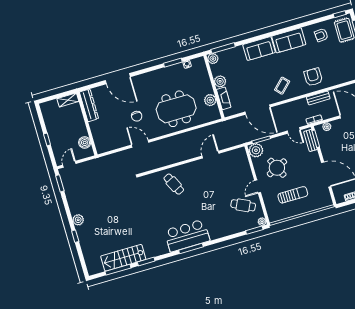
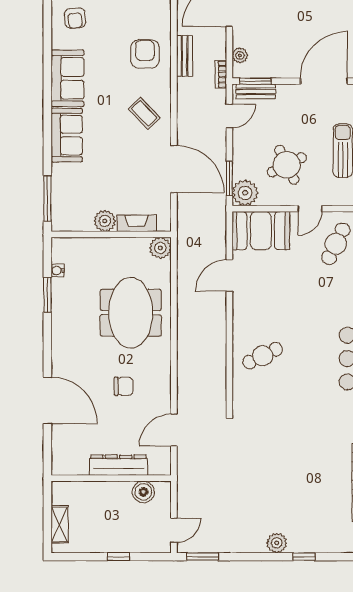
plant: (213, 59) -> (61, 222), removed
armchair: (313, 77) -> (145, 54), turned 90
door: (118, 79) -> (47, 400), hinge flipped
shelving: (68, 100) -> (60, 524), moved
plant: (210, 100) -> (160, 248), moved
dresser: (89, 105) -> (119, 465), moved
door: (258, 110) -> (174, 169), hinge flipped
door: (140, 144) -> (174, 430), moved
door: (210, 155) -> (229, 276), hinge flipped
door: (69, 164) -> (174, 530), swing flipped
booth: (239, 164) -> (261, 231), added
door: (258, 186) -> (310, 209), hinge flipped

